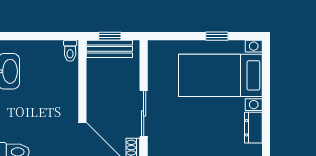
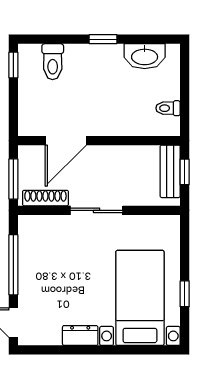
toilet: (70, 51) -> (168, 108), moved

